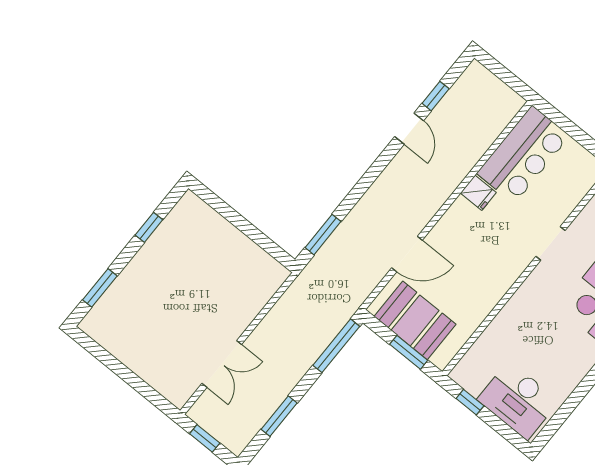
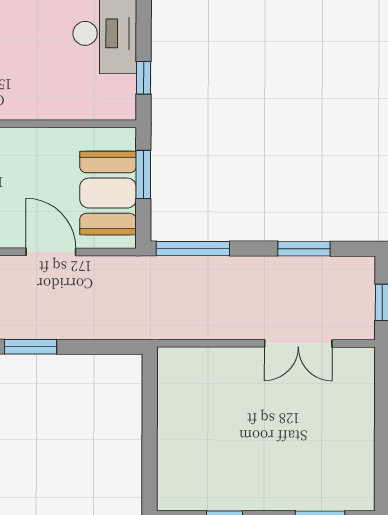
window: (323, 235) -> (31, 347), moved
double door: (222, 364) -> (298, 343), swing flipped

